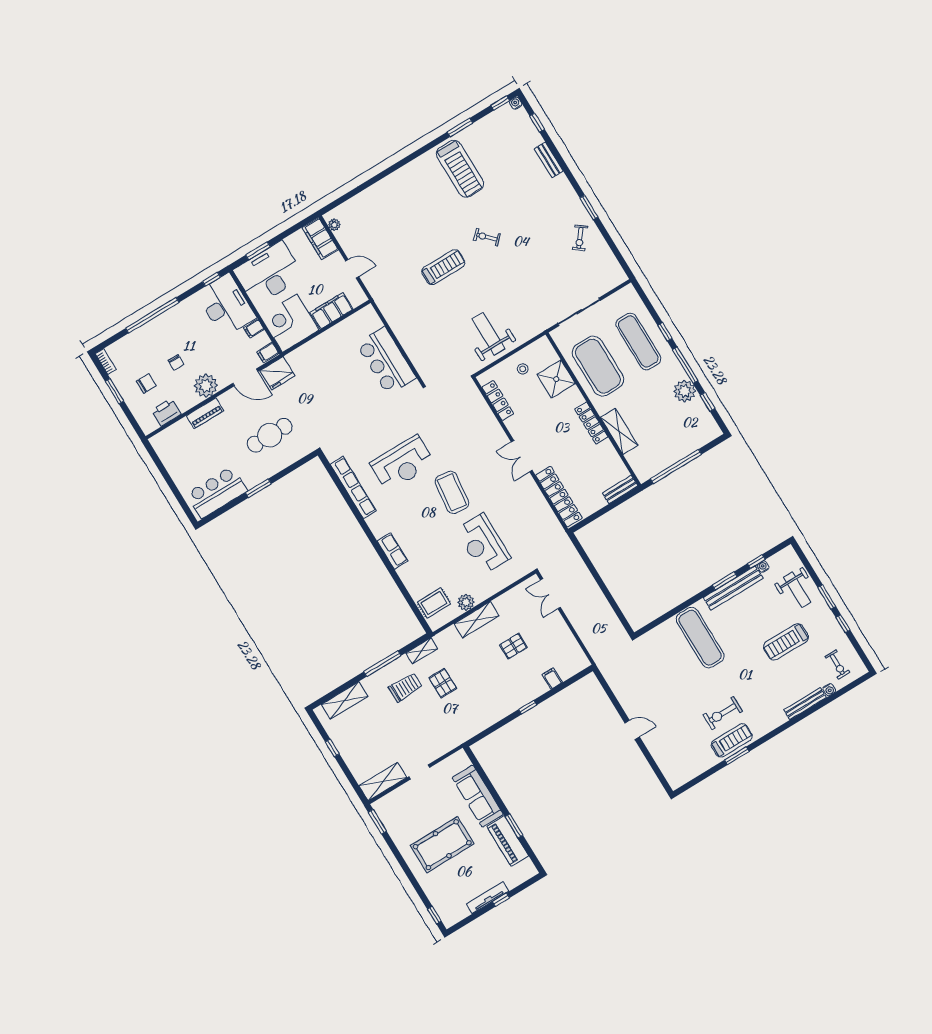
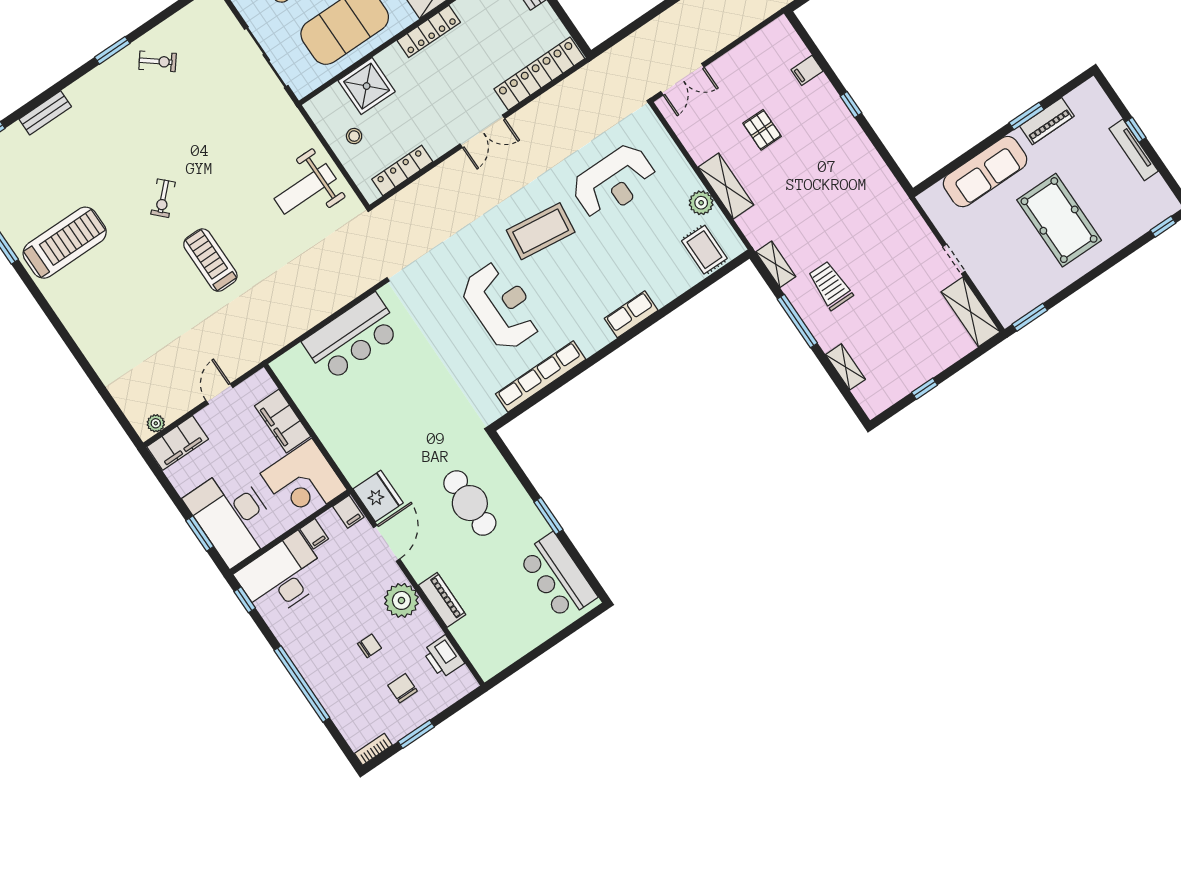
pallet: (443, 683) -> (822, 231), removed
shelving: (345, 700) -> (845, 367), width x0.67, depth x0.75
piano: (508, 841) -> (1047, 121), width x0.73, depth x0.75

